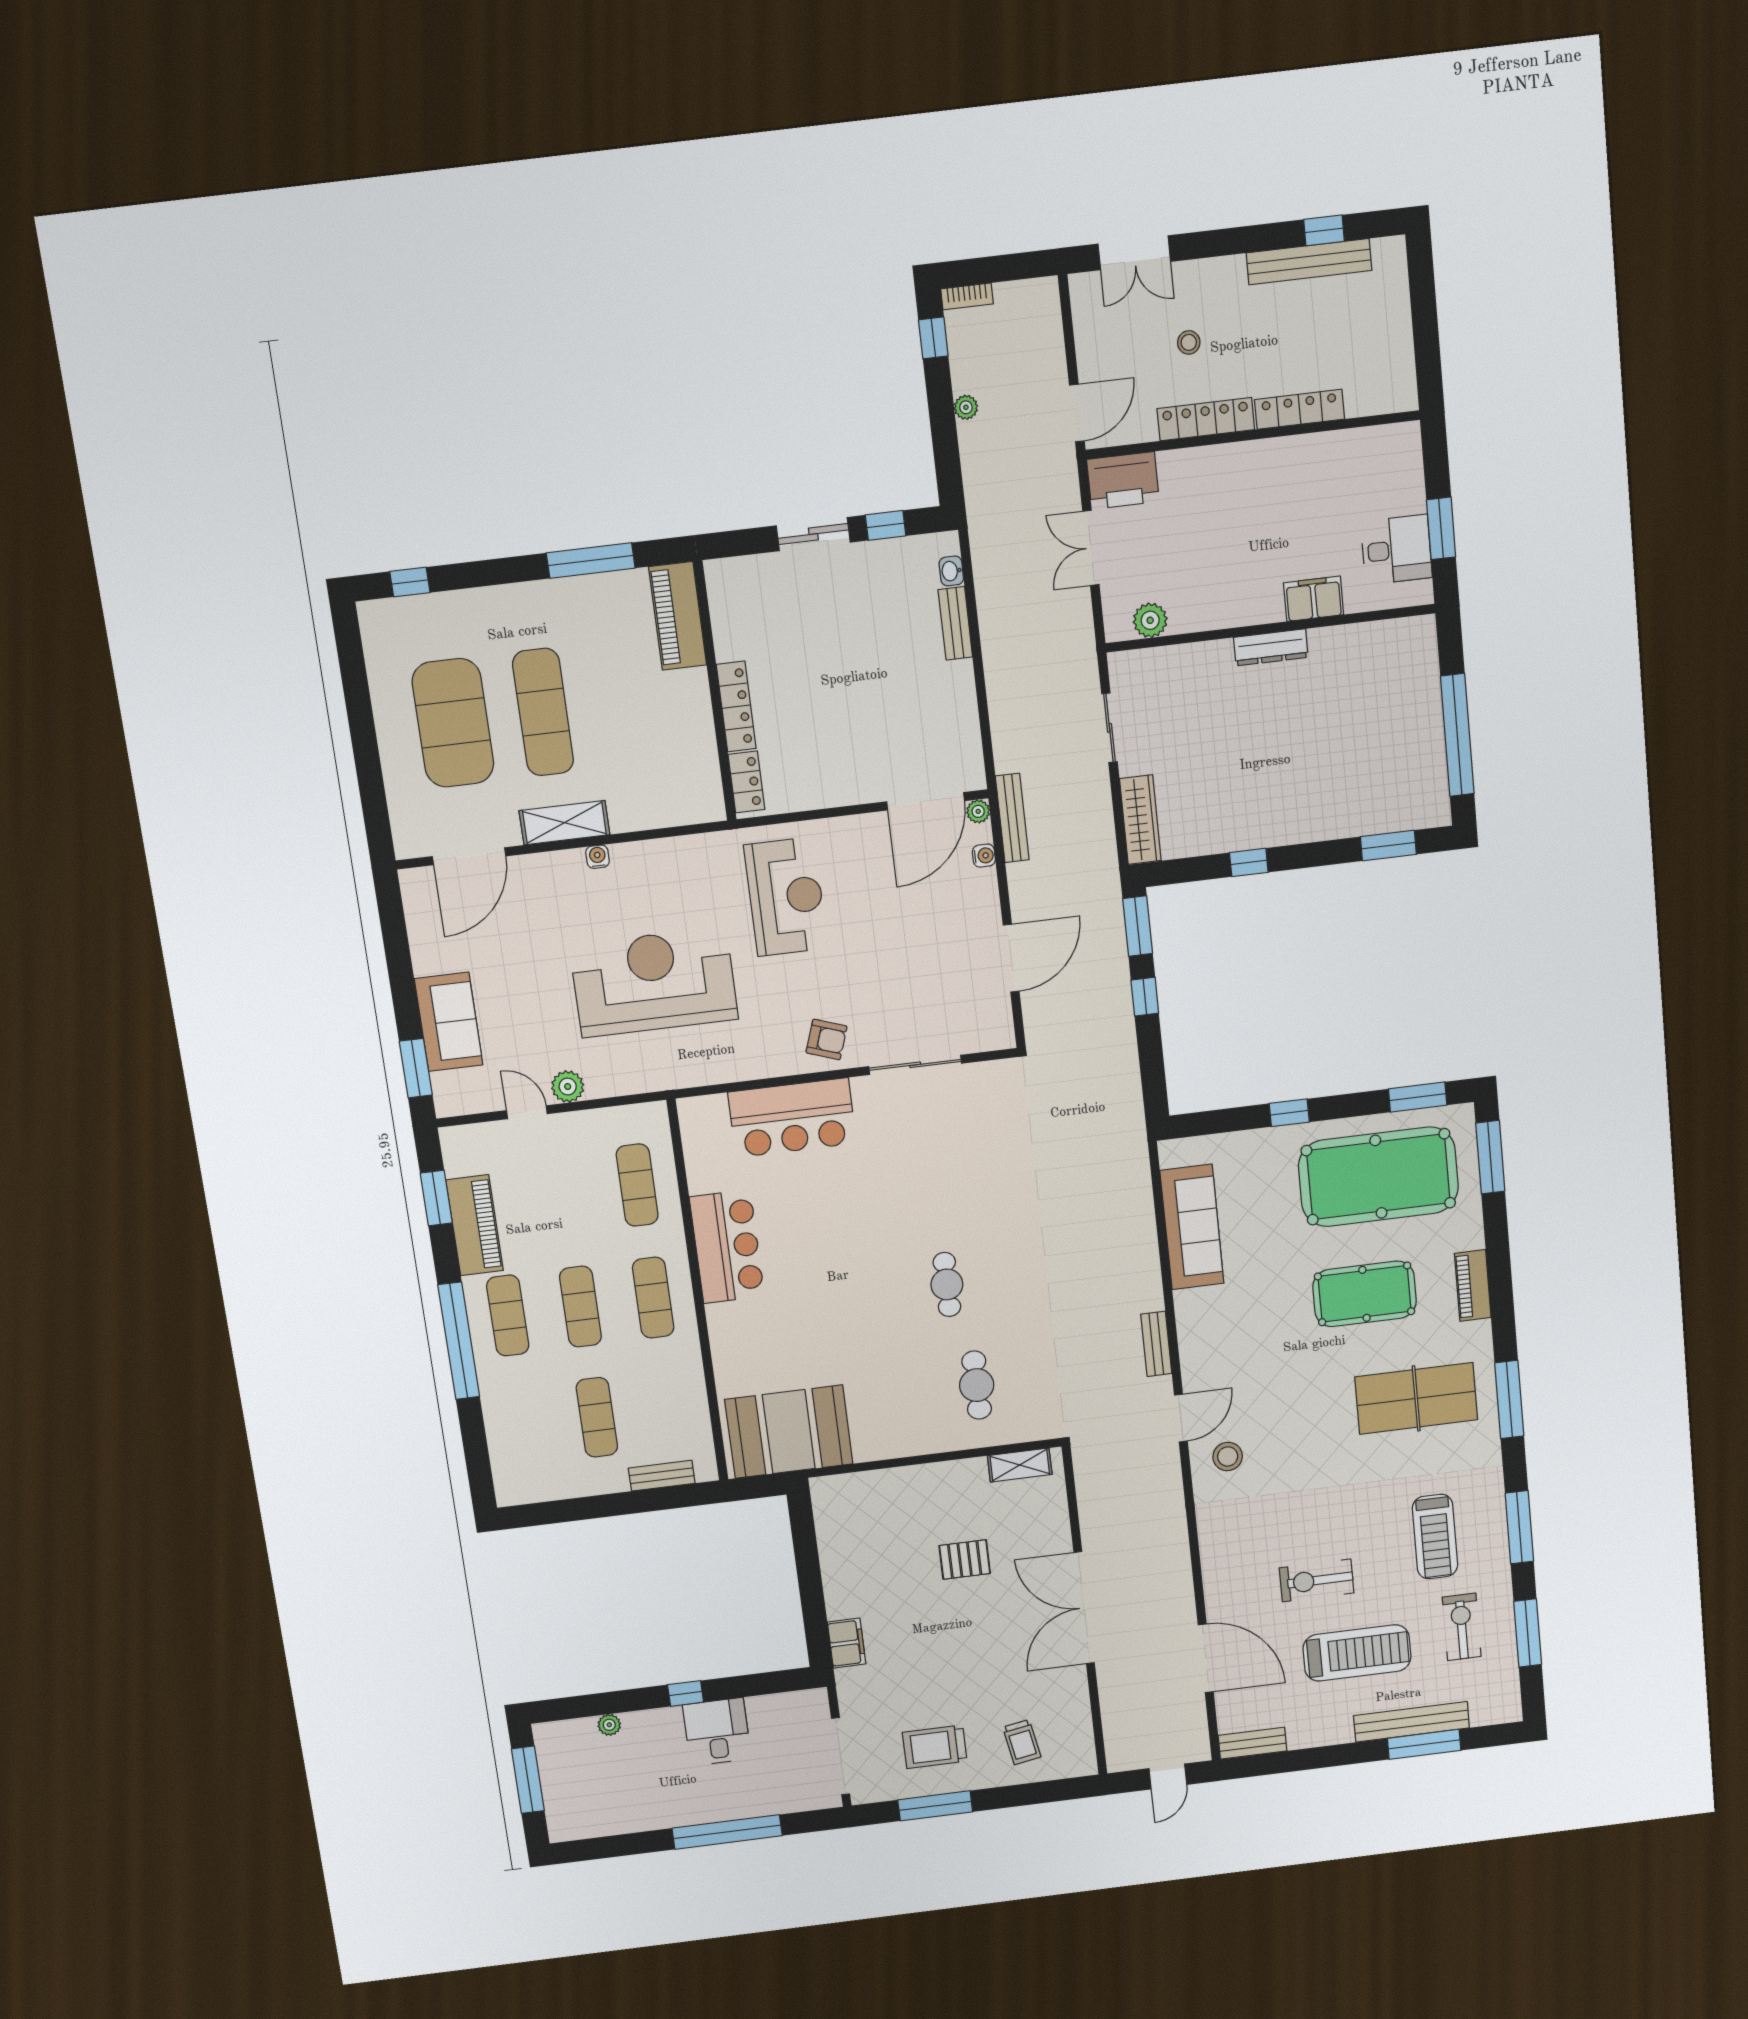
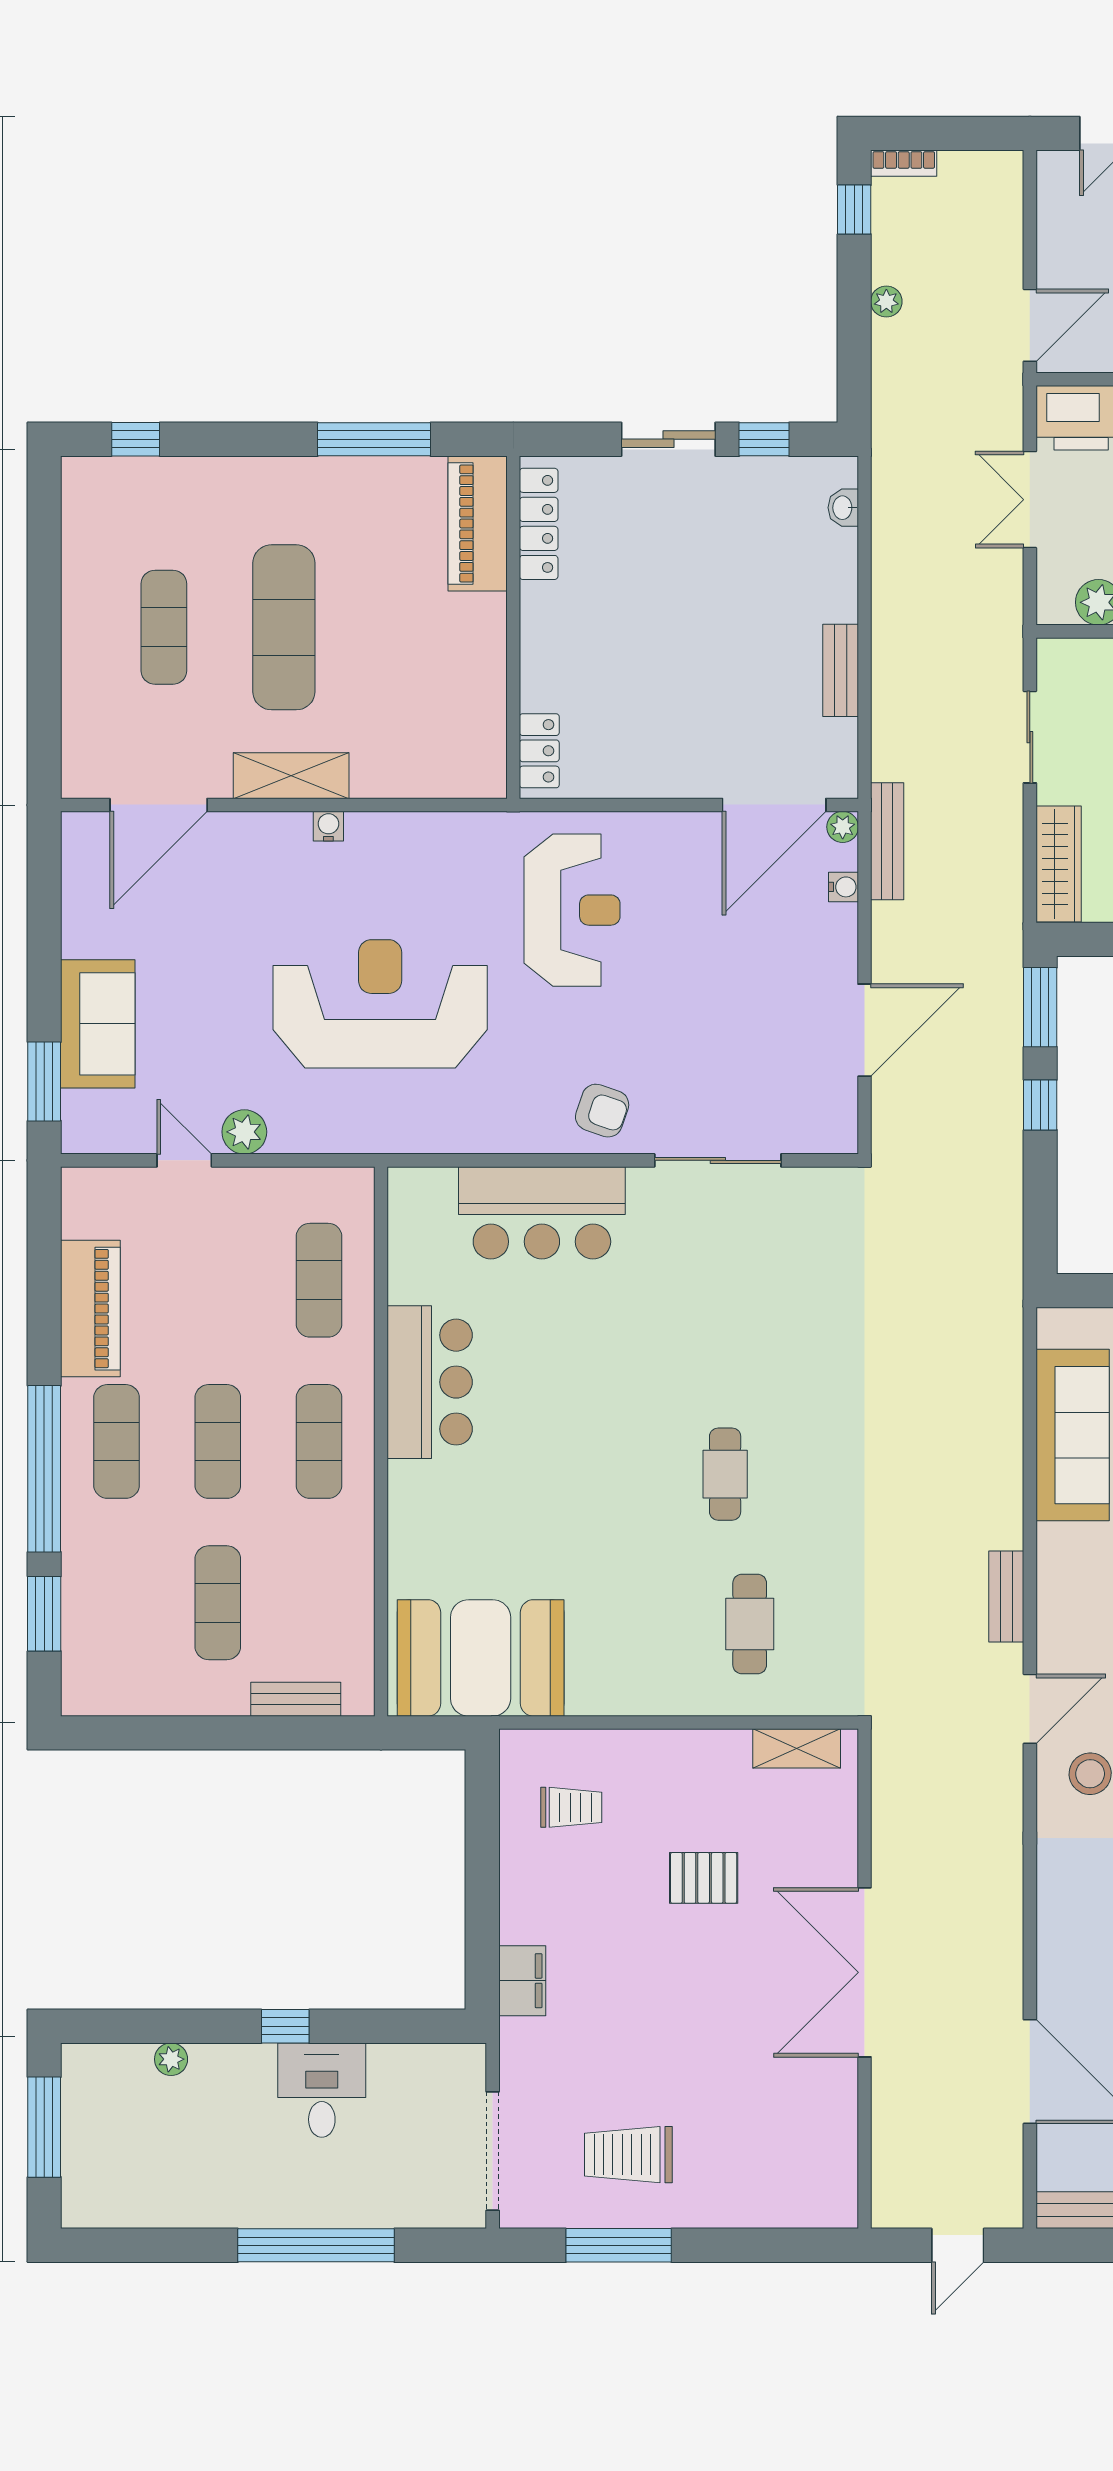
bench: (955, 623) -> (841, 670), moved
locker: (736, 707) -> (539, 524), moved
exercise mat: (453, 723) -> (164, 627), width x0.50, depth x0.69
window: (436, 1198) -> (44, 1614), moved
trolley: (1022, 1742) -> (571, 1807), moved, turned -80

